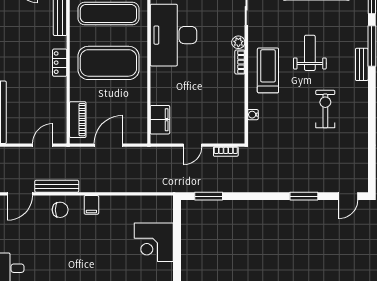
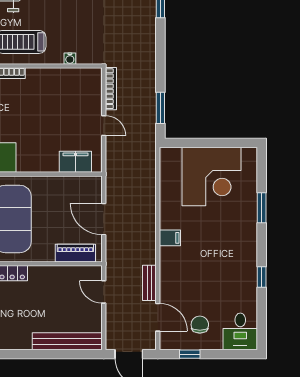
bookcase: (226, 152) -> (111, 89), width x1.56
bench: (57, 186) -> (149, 283), width x0.73
chair: (60, 210) -> (200, 325), moved
corner desk: (154, 242) -> (212, 176), width x1.36, depth x1.36

